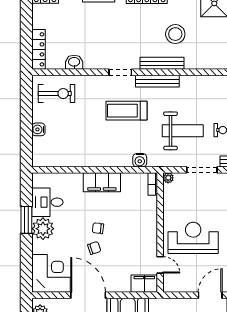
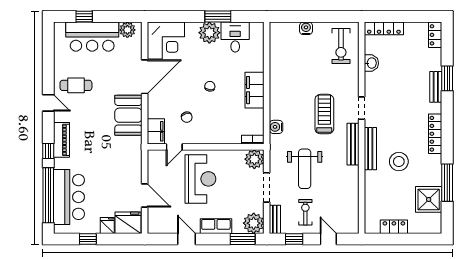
plant: (168, 178) -> (254, 159), width x1.88, depth x1.88
chair: (94, 248) -> (187, 117), moved

